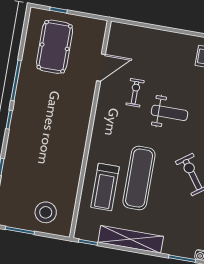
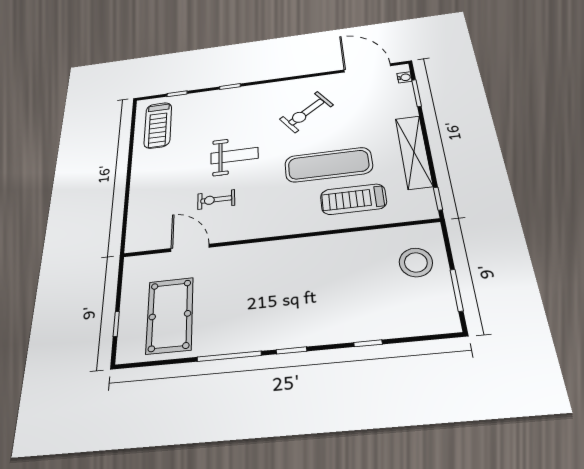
pool table: (55, 47) -> (170, 315), turned 90
weight bench: (170, 113) -> (234, 156), turned 90
treadmill: (105, 187) -> (353, 199), turned 180

